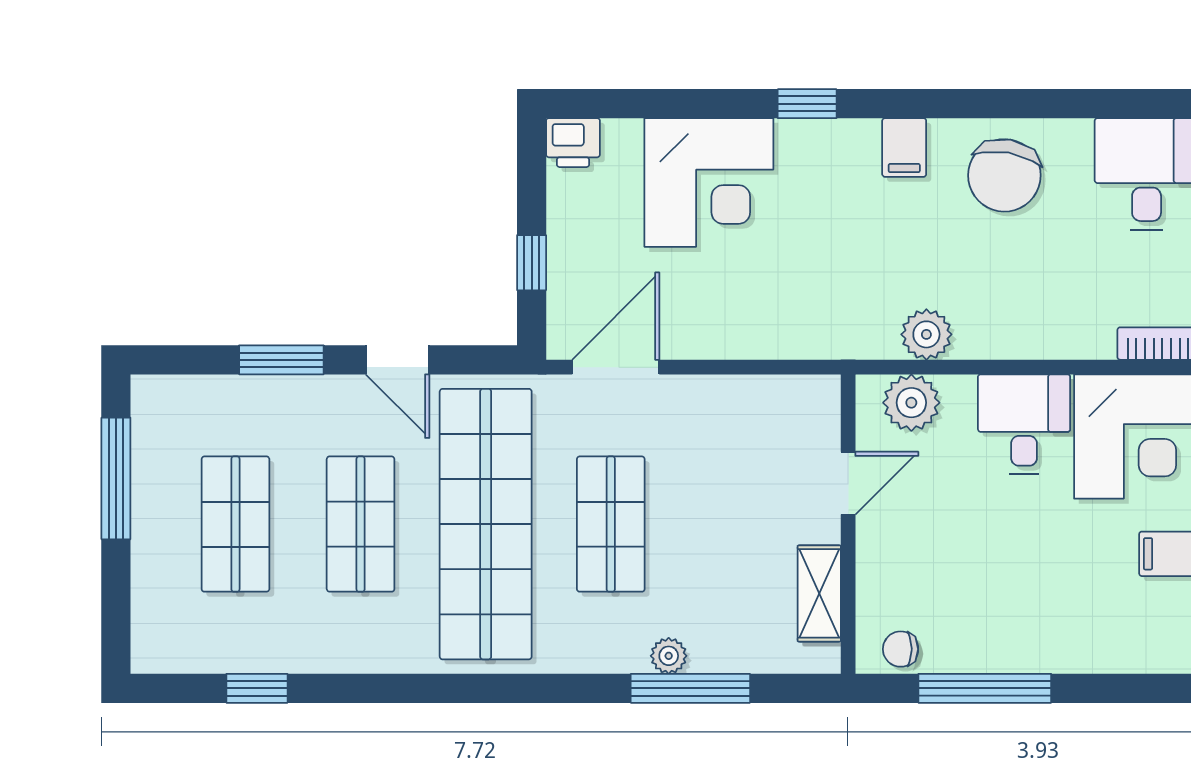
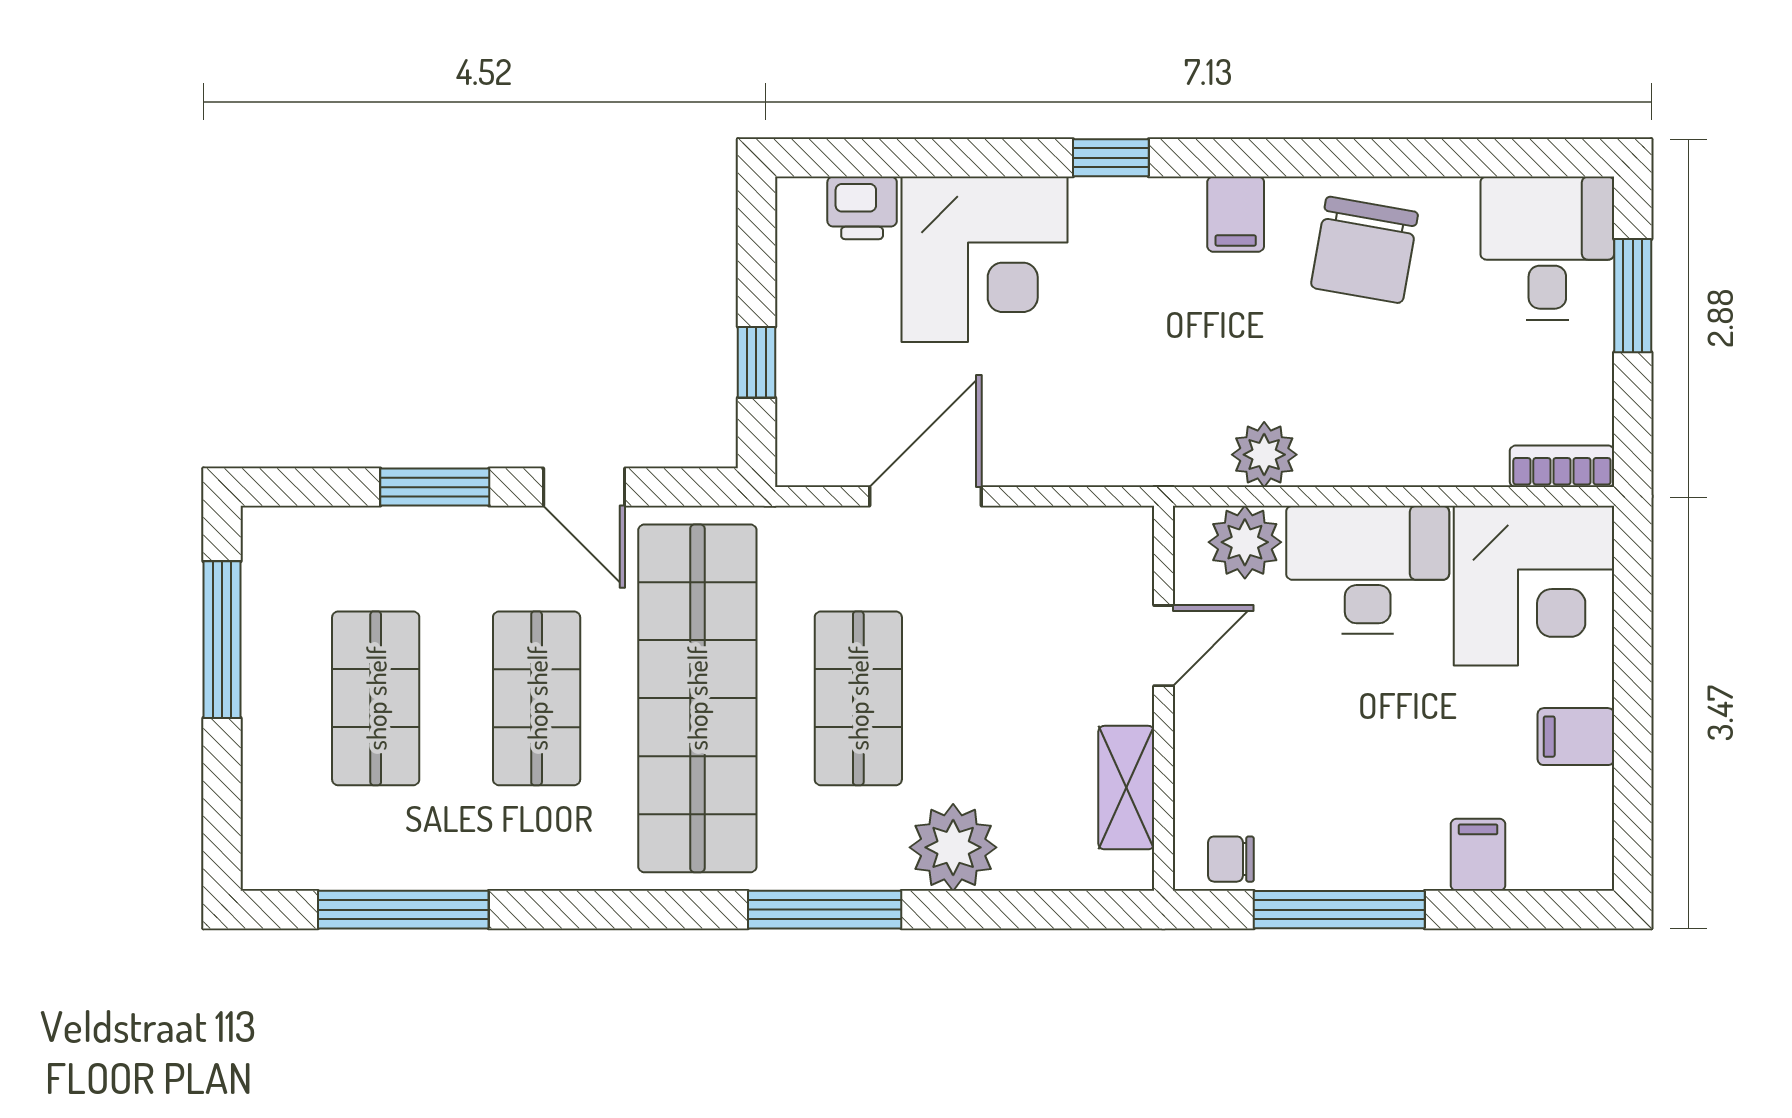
printer: (573, 143) -> (862, 208), moved
door: (616, 367) -> (925, 496), moved
desk: (1024, 424) -> (1368, 570), width x1.37
filing cabinet: (1093, 646) -> (1478, 855), added
plant: (669, 656) -> (953, 847), width x1.88, depth x1.88
window: (257, 688) -> (403, 910), width x2.17
window: (690, 688) -> (825, 910), moved

